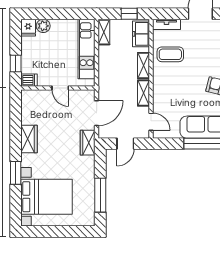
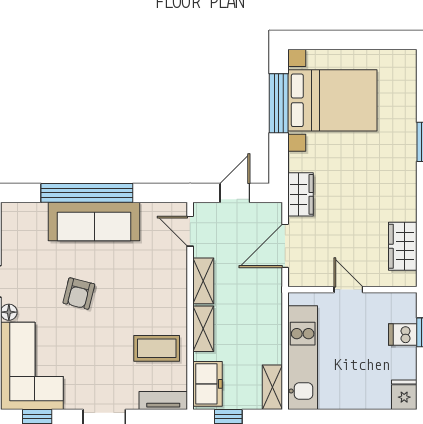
plant: (43, 26) -> (378, 398), removed
dishwasher: (29, 80) -> (403, 334), moved
wardrobe: (29, 139) -> (403, 246), moved
bed with nightstands: (46, 197) -> (332, 100), moved, turned 180

